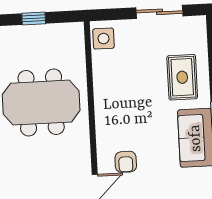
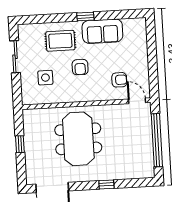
side table: (103, 39) -> (45, 78), moved
armchair: (144, 105) -> (80, 67), added

